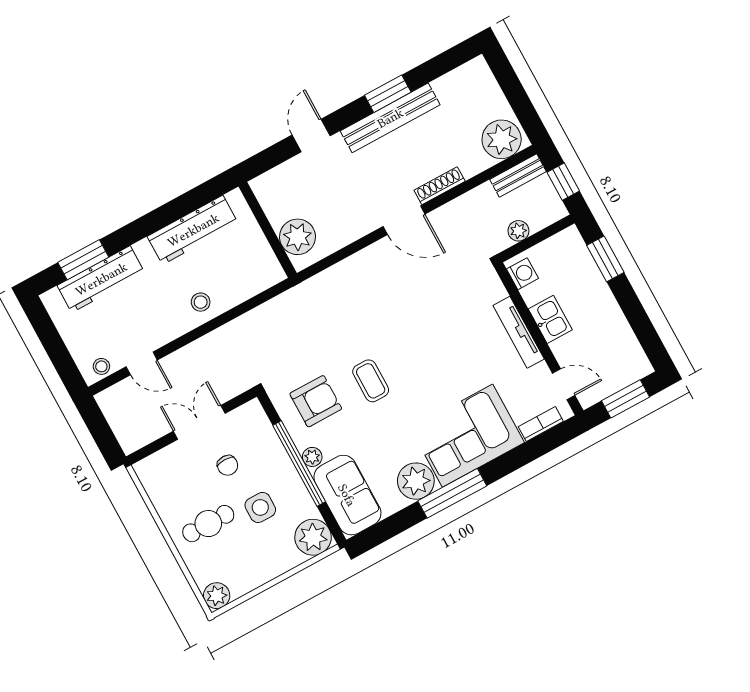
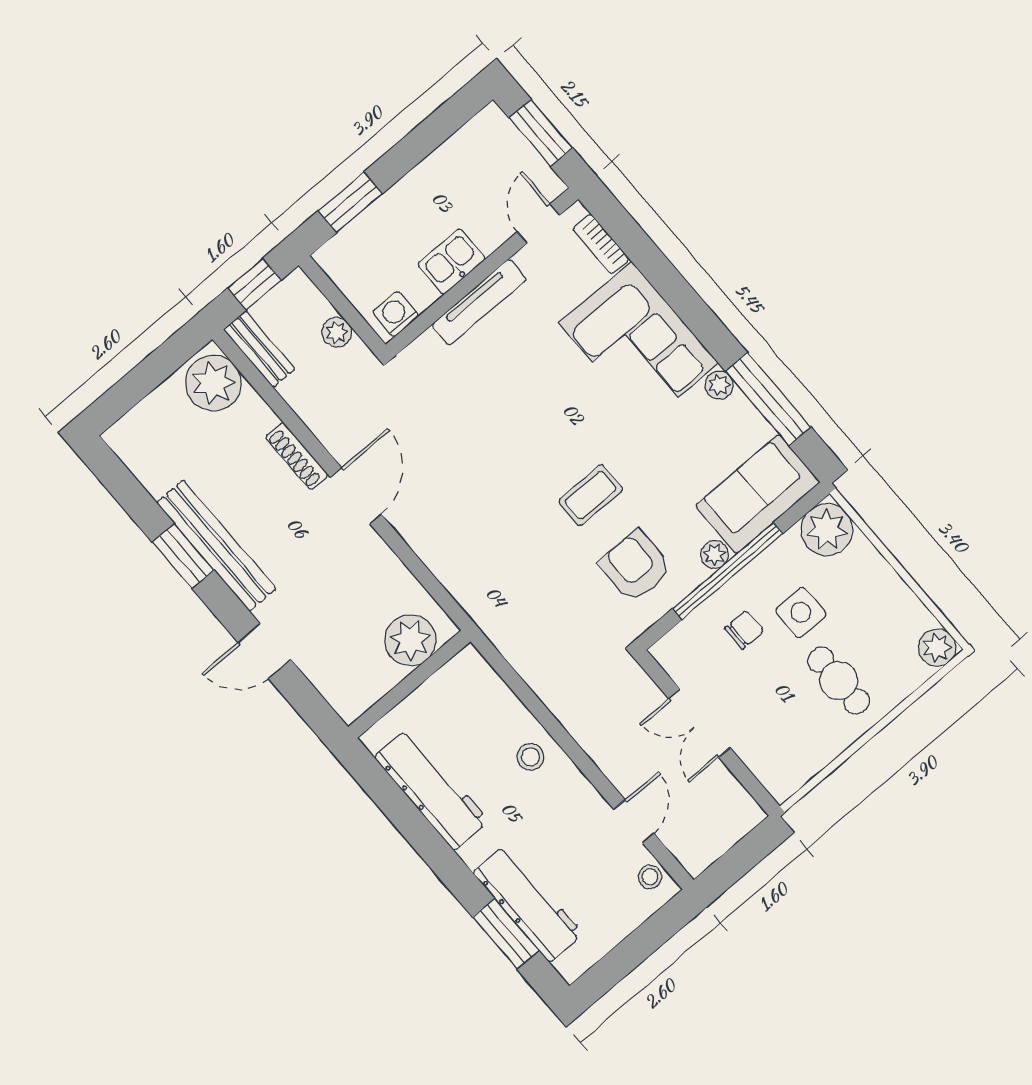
chair: (228, 465) -> (744, 630), moved
plant: (416, 481) -> (719, 385), width x0.53, depth x0.53
window: (452, 493) -> (768, 399), moved

